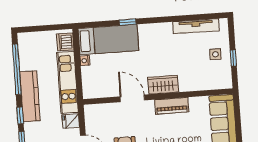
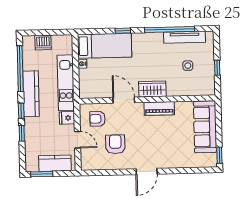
window: (179, 18) -> (170, 29), added
dishwasher: (65, 42) -> (43, 42), moved, turned -90
side table: (215, 54) -> (188, 66), moved
armchair: (104, 120) -> (98, 119), added

